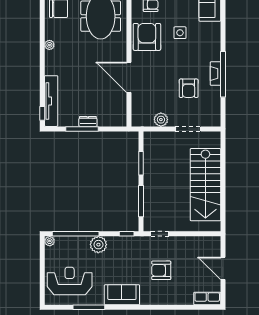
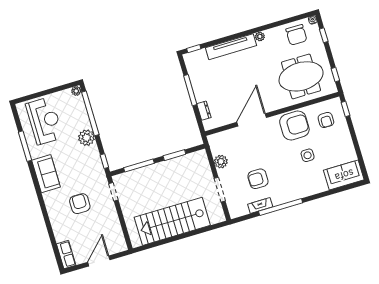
fireplace: (215, 74) -> (260, 205), moved
tv unit: (51, 101) -> (231, 47), moved
dresser: (88, 121) -> (204, 111), moved

